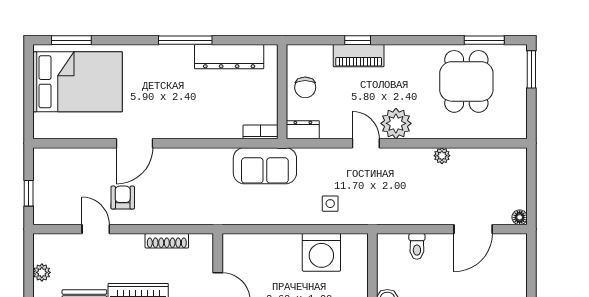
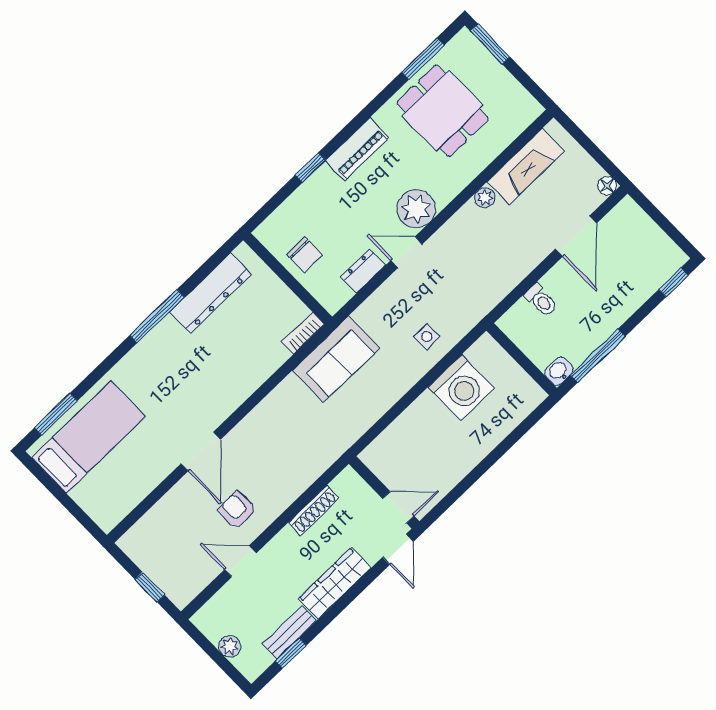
piano: (359, 56) -> (357, 149), moved
bed: (78, 82) -> (89, 437), width x0.67
dresser: (303, 130) -> (363, 271), moved
fireplace: (483, 160) -> (526, 166), added

